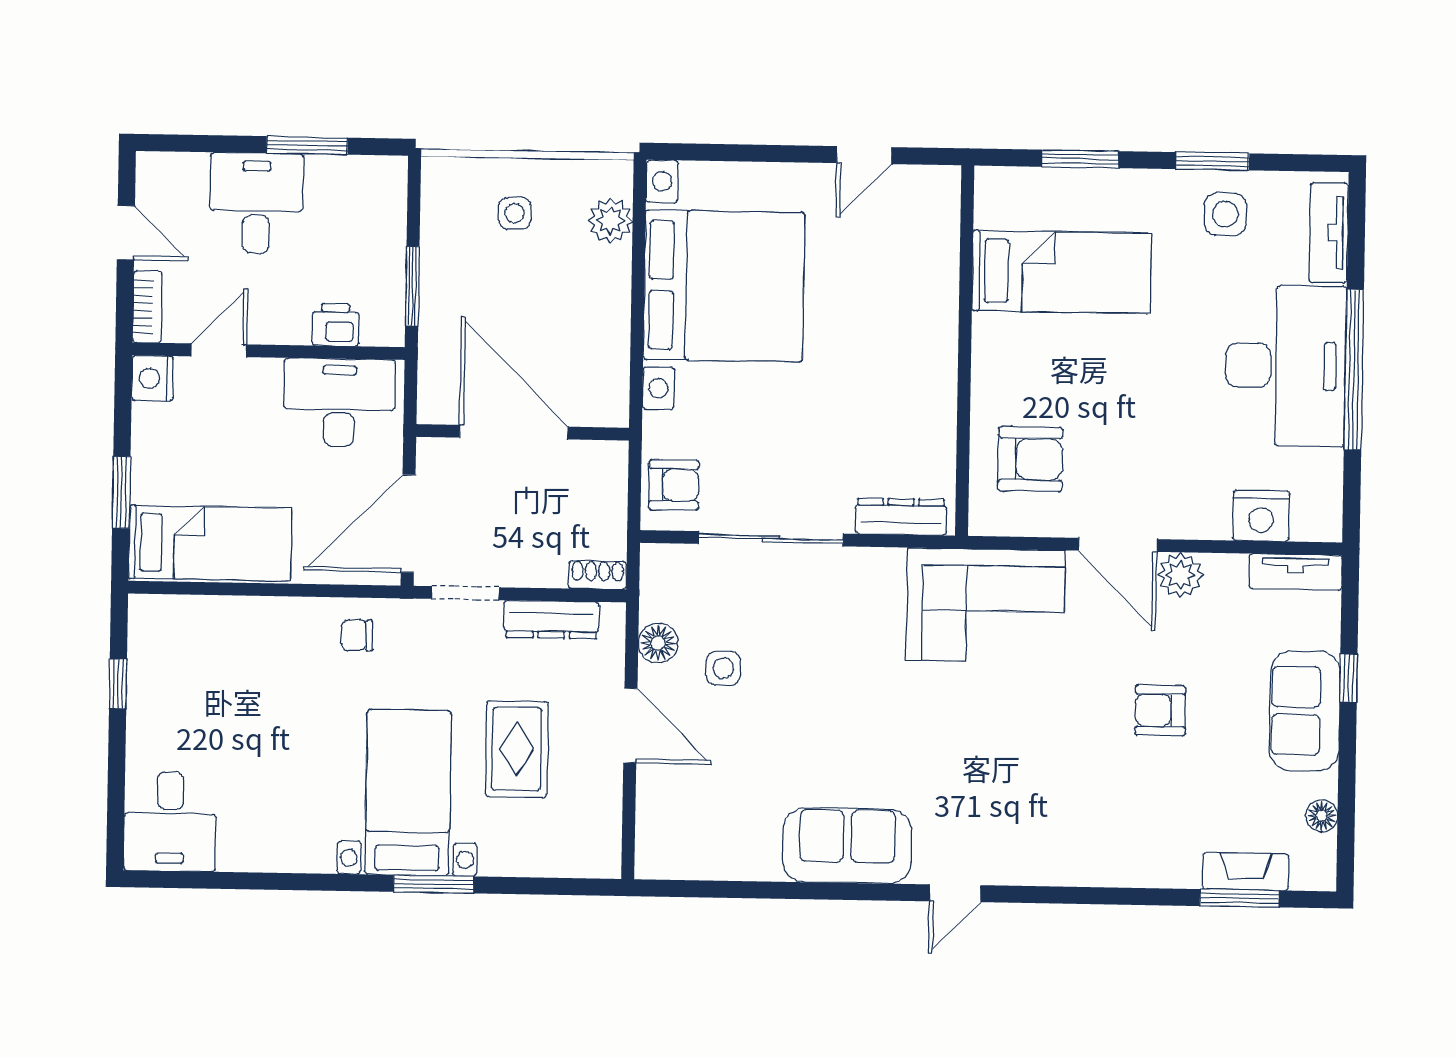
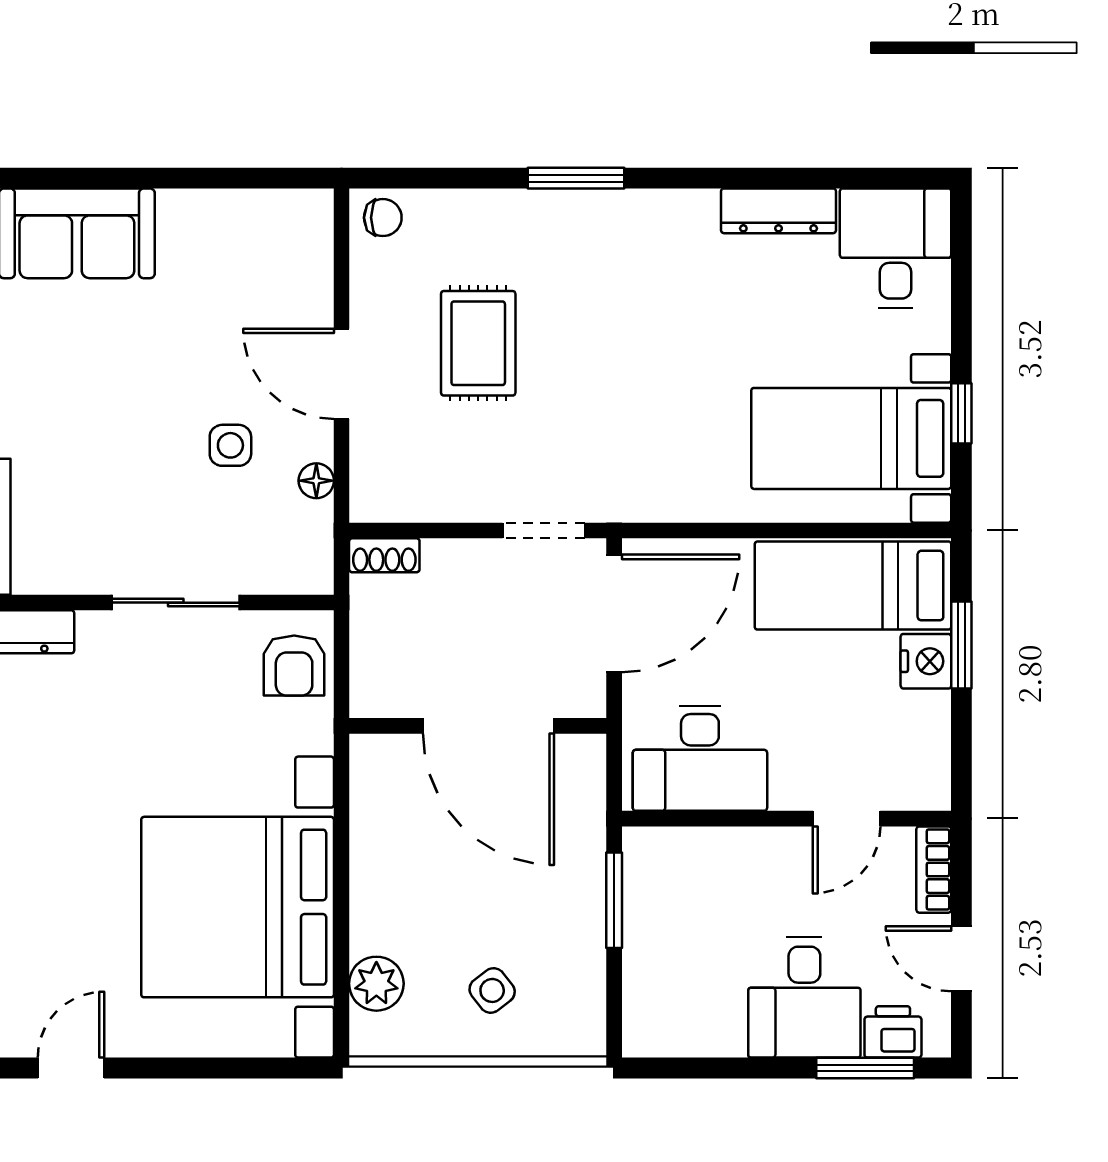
window: (307, 145) -> (865, 1068), moved
side table: (515, 213) -> (492, 990), turned -38
printer: (335, 325) -> (893, 1032), moved, turned 180
nightstand: (153, 378) -> (926, 661), moved
armchair: (674, 485) -> (294, 666), turned -90
sliding door: (771, 539) -> (176, 603), width x0.73
dresser: (551, 620) -> (779, 211), moved, turned 180
chair: (357, 635) -> (383, 218), moved
floor lamp: (658, 643) -> (316, 481), width x0.73, depth x0.73
bed with nightstands: (408, 793) -> (851, 438), moved, turned 90

